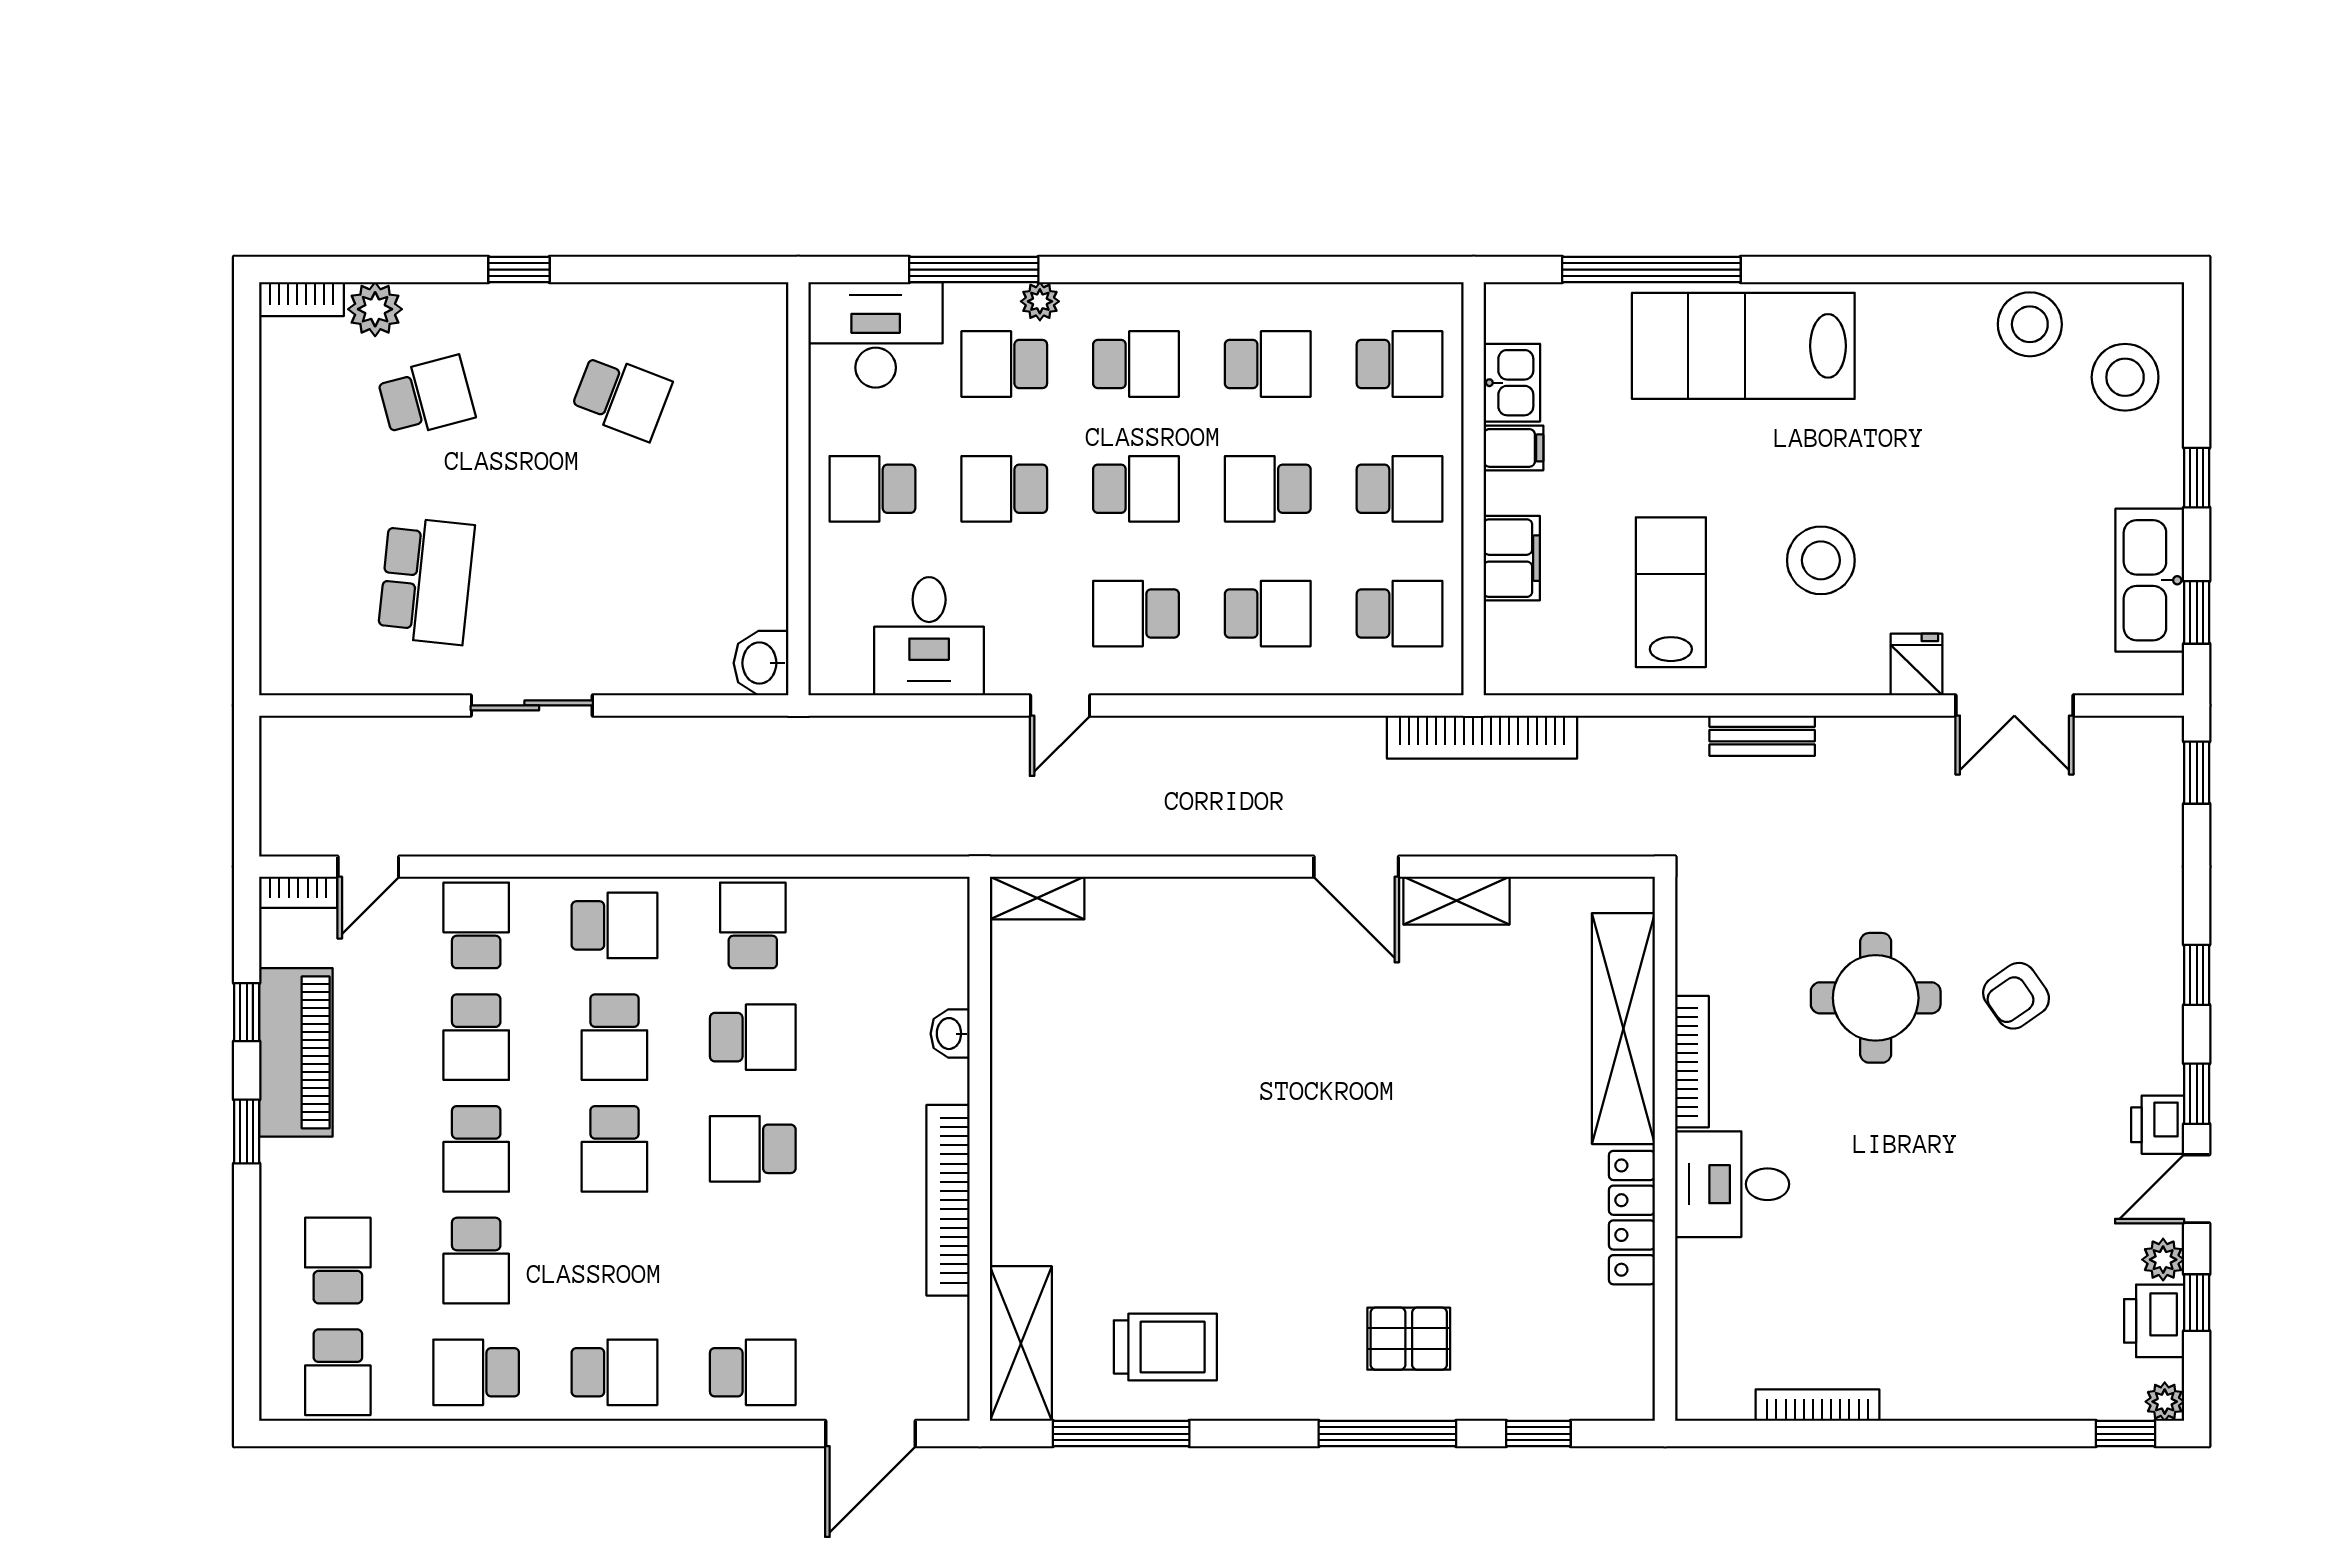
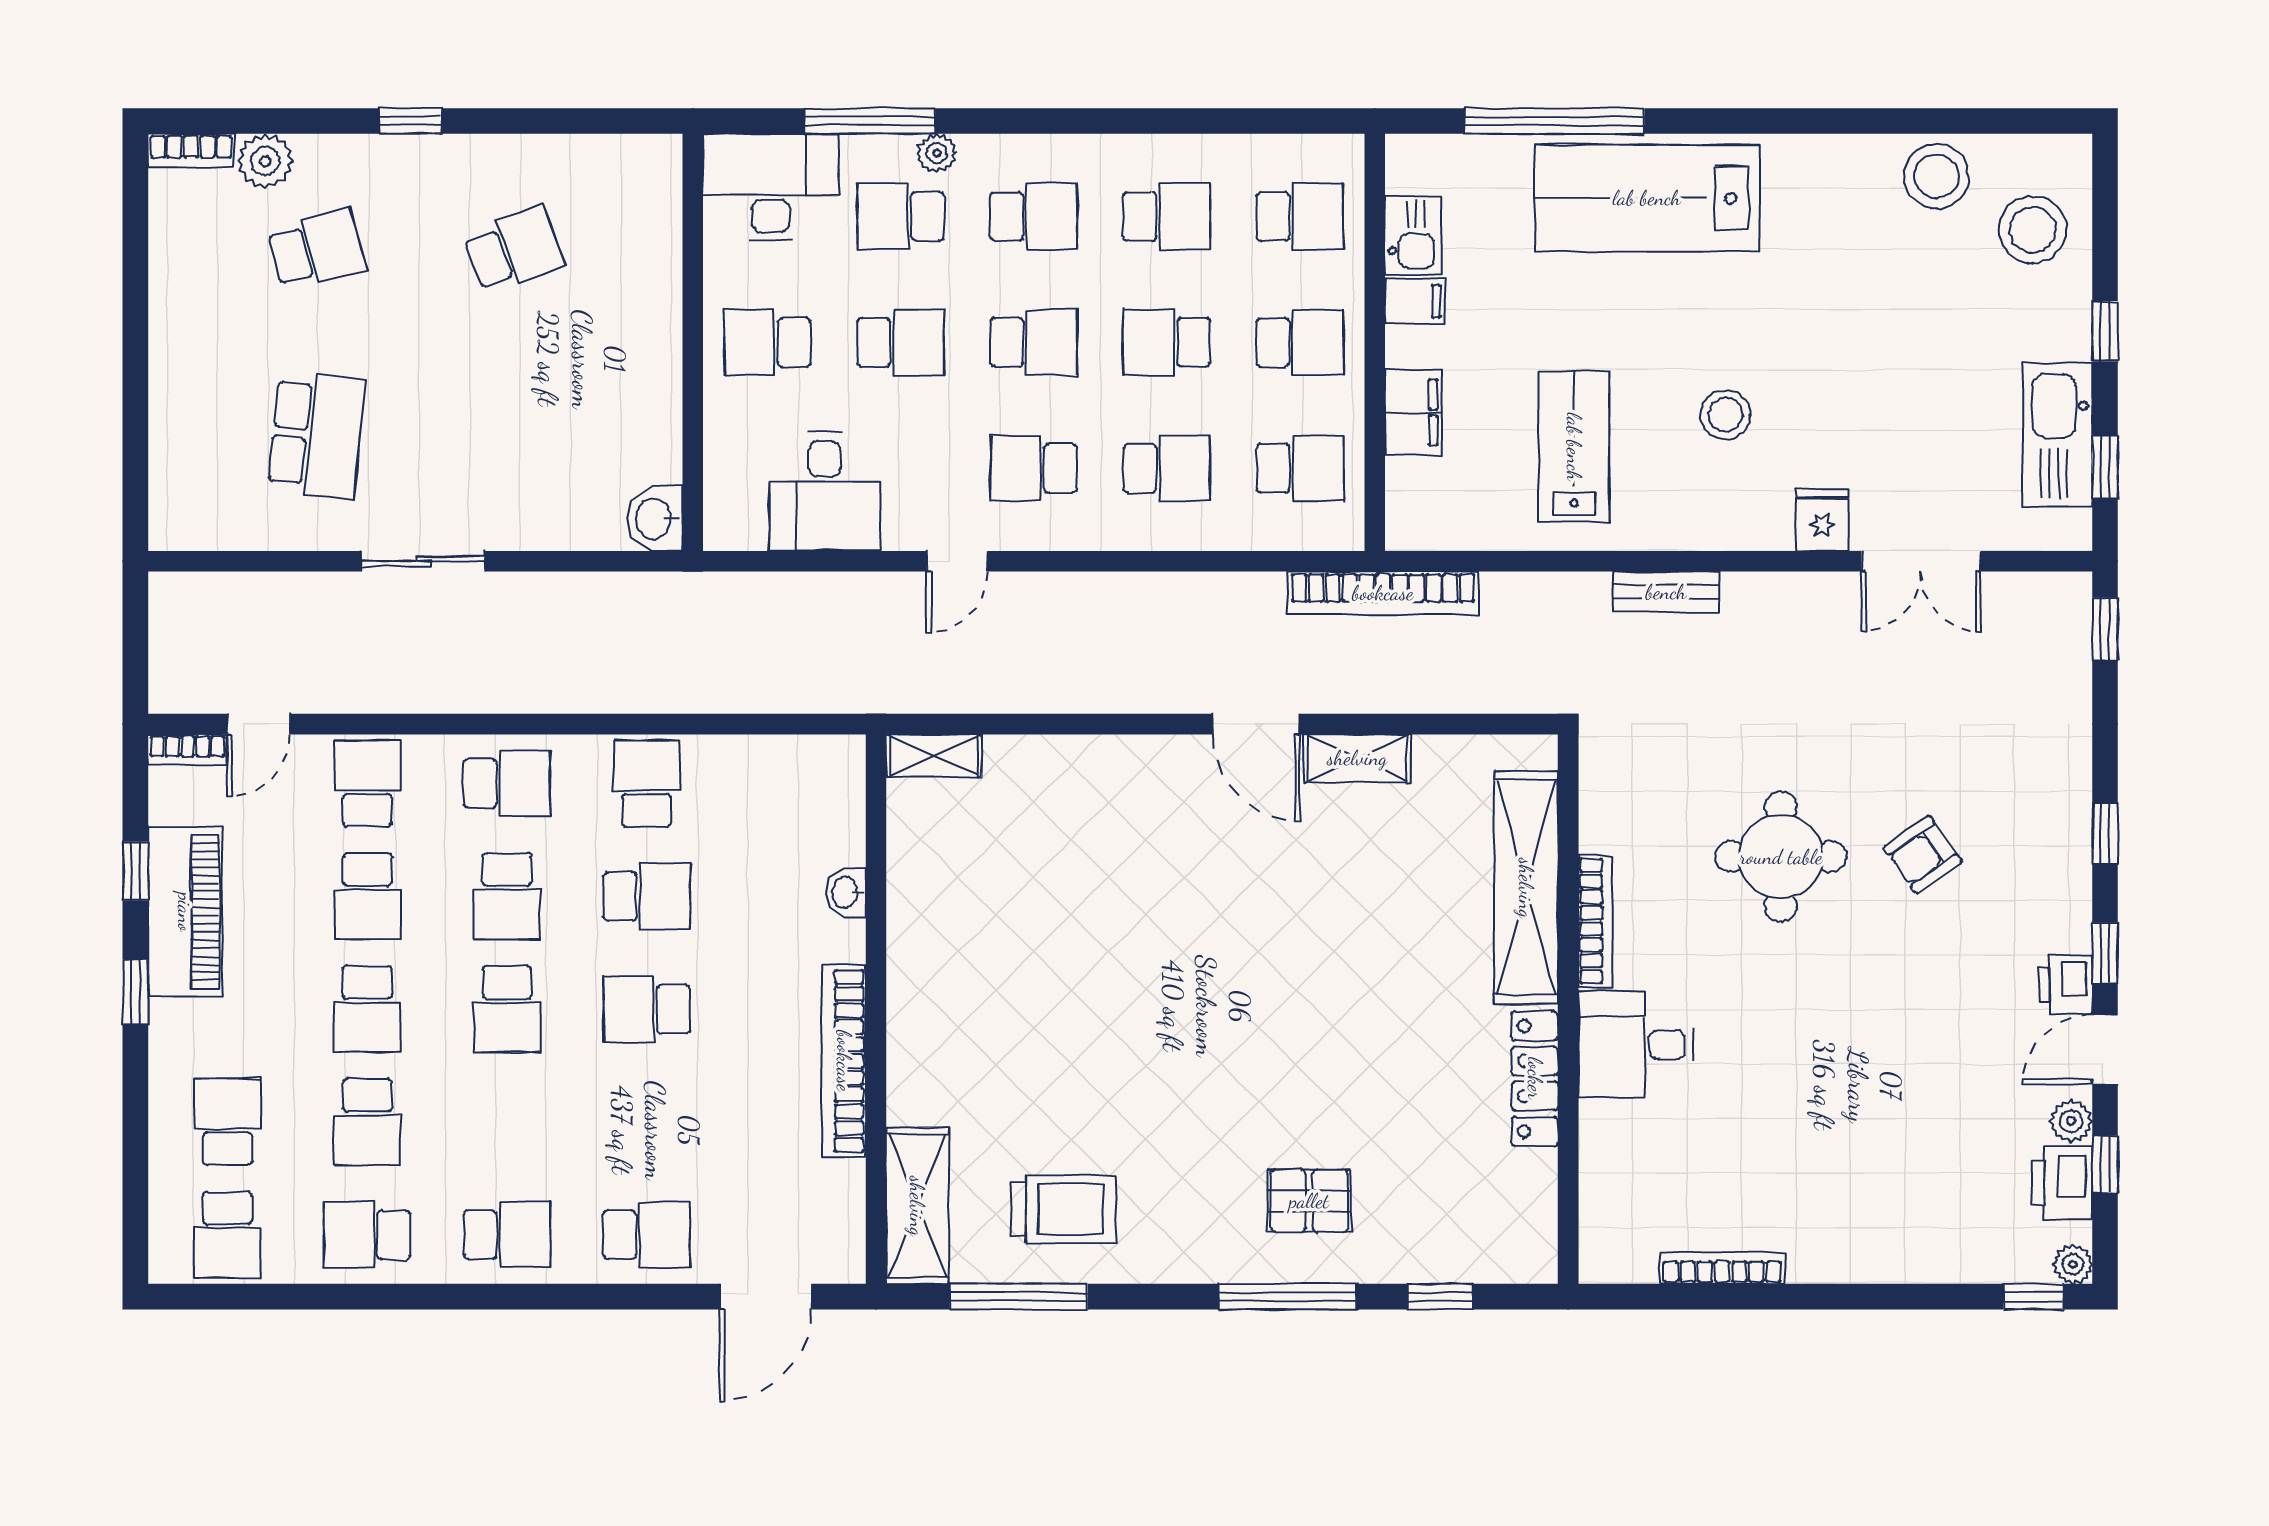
school desk: (621, 397) -> (514, 249), turned -42
school desk: (1004, 489) -> (901, 342), turned 180
stool: (1821, 560) -> (1725, 415), width x0.73, depth x0.73

